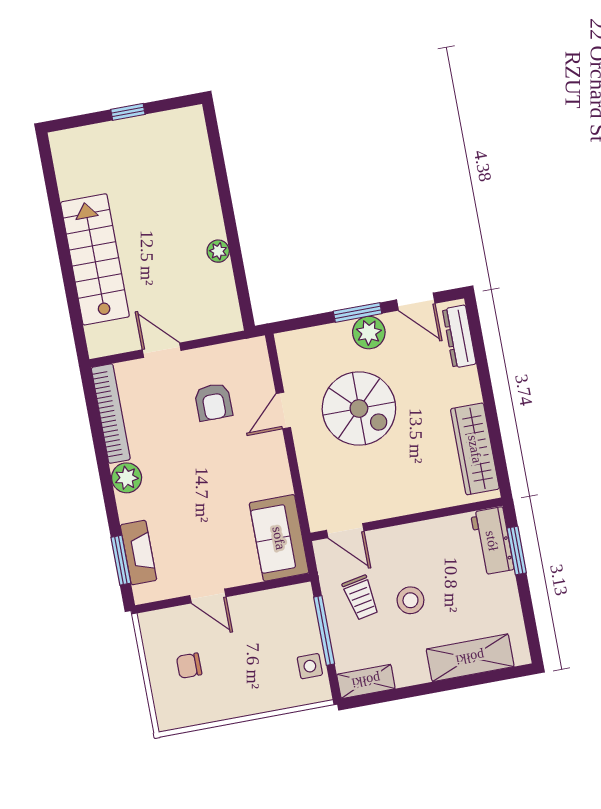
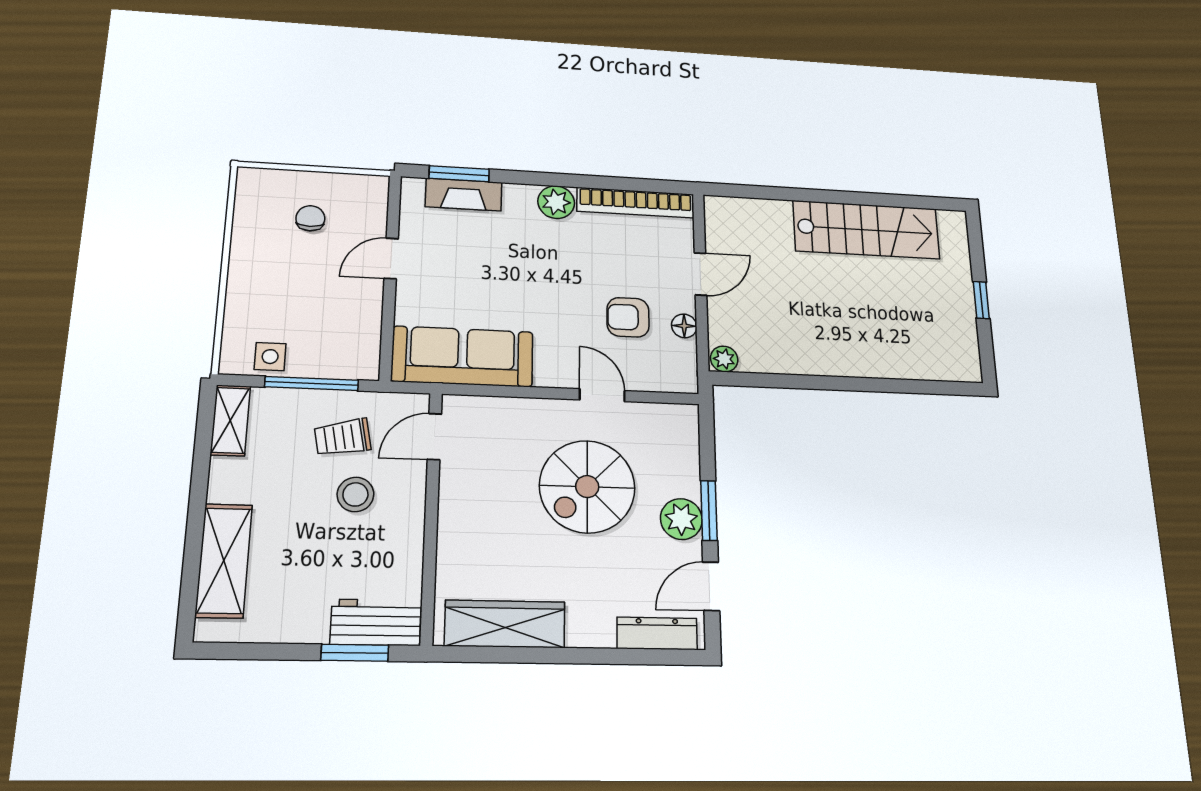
plant: (218, 251) -> (724, 359), moved
stairs: (95, 259) -> (866, 230), moved
floor lamp: (210, 356) -> (684, 326), added
sofa: (279, 538) -> (462, 357), width x1.36
stool: (410, 600) -> (355, 494), moved

